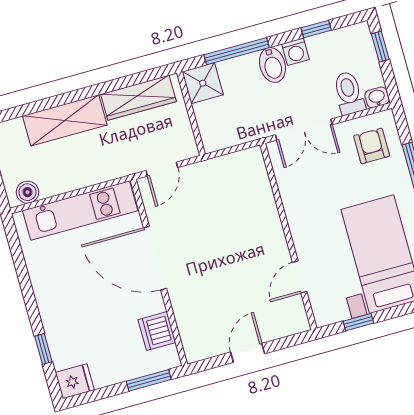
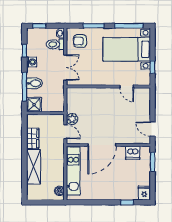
bidet: (272, 65) -> (34, 83), moved
wardrobe: (138, 98) -> (33, 138), width x0.67
plant: (194, 176) -> (72, 119), added
door: (248, 353) -> (153, 129), moved

